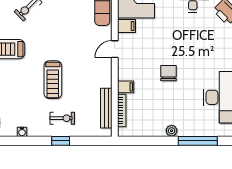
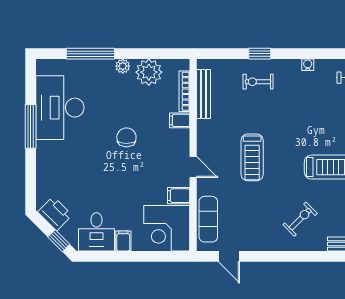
door: (115, 49) -> (193, 167), hinge flipped
chair: (169, 73) -> (126, 137), turned 180
treadmill: (53, 80) -> (252, 157), moved, turned 180
plant: (150, 126) -> (149, 72), added

